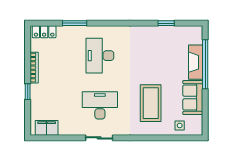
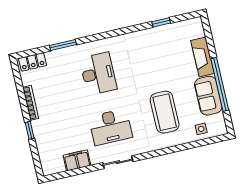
desk: (100, 56) -> (98, 74), turned 180
window: (205, 64) -> (220, 84), moved
desk: (100, 105) -> (111, 127), turned 180
filing cabinet: (47, 128) -> (77, 160), moved

